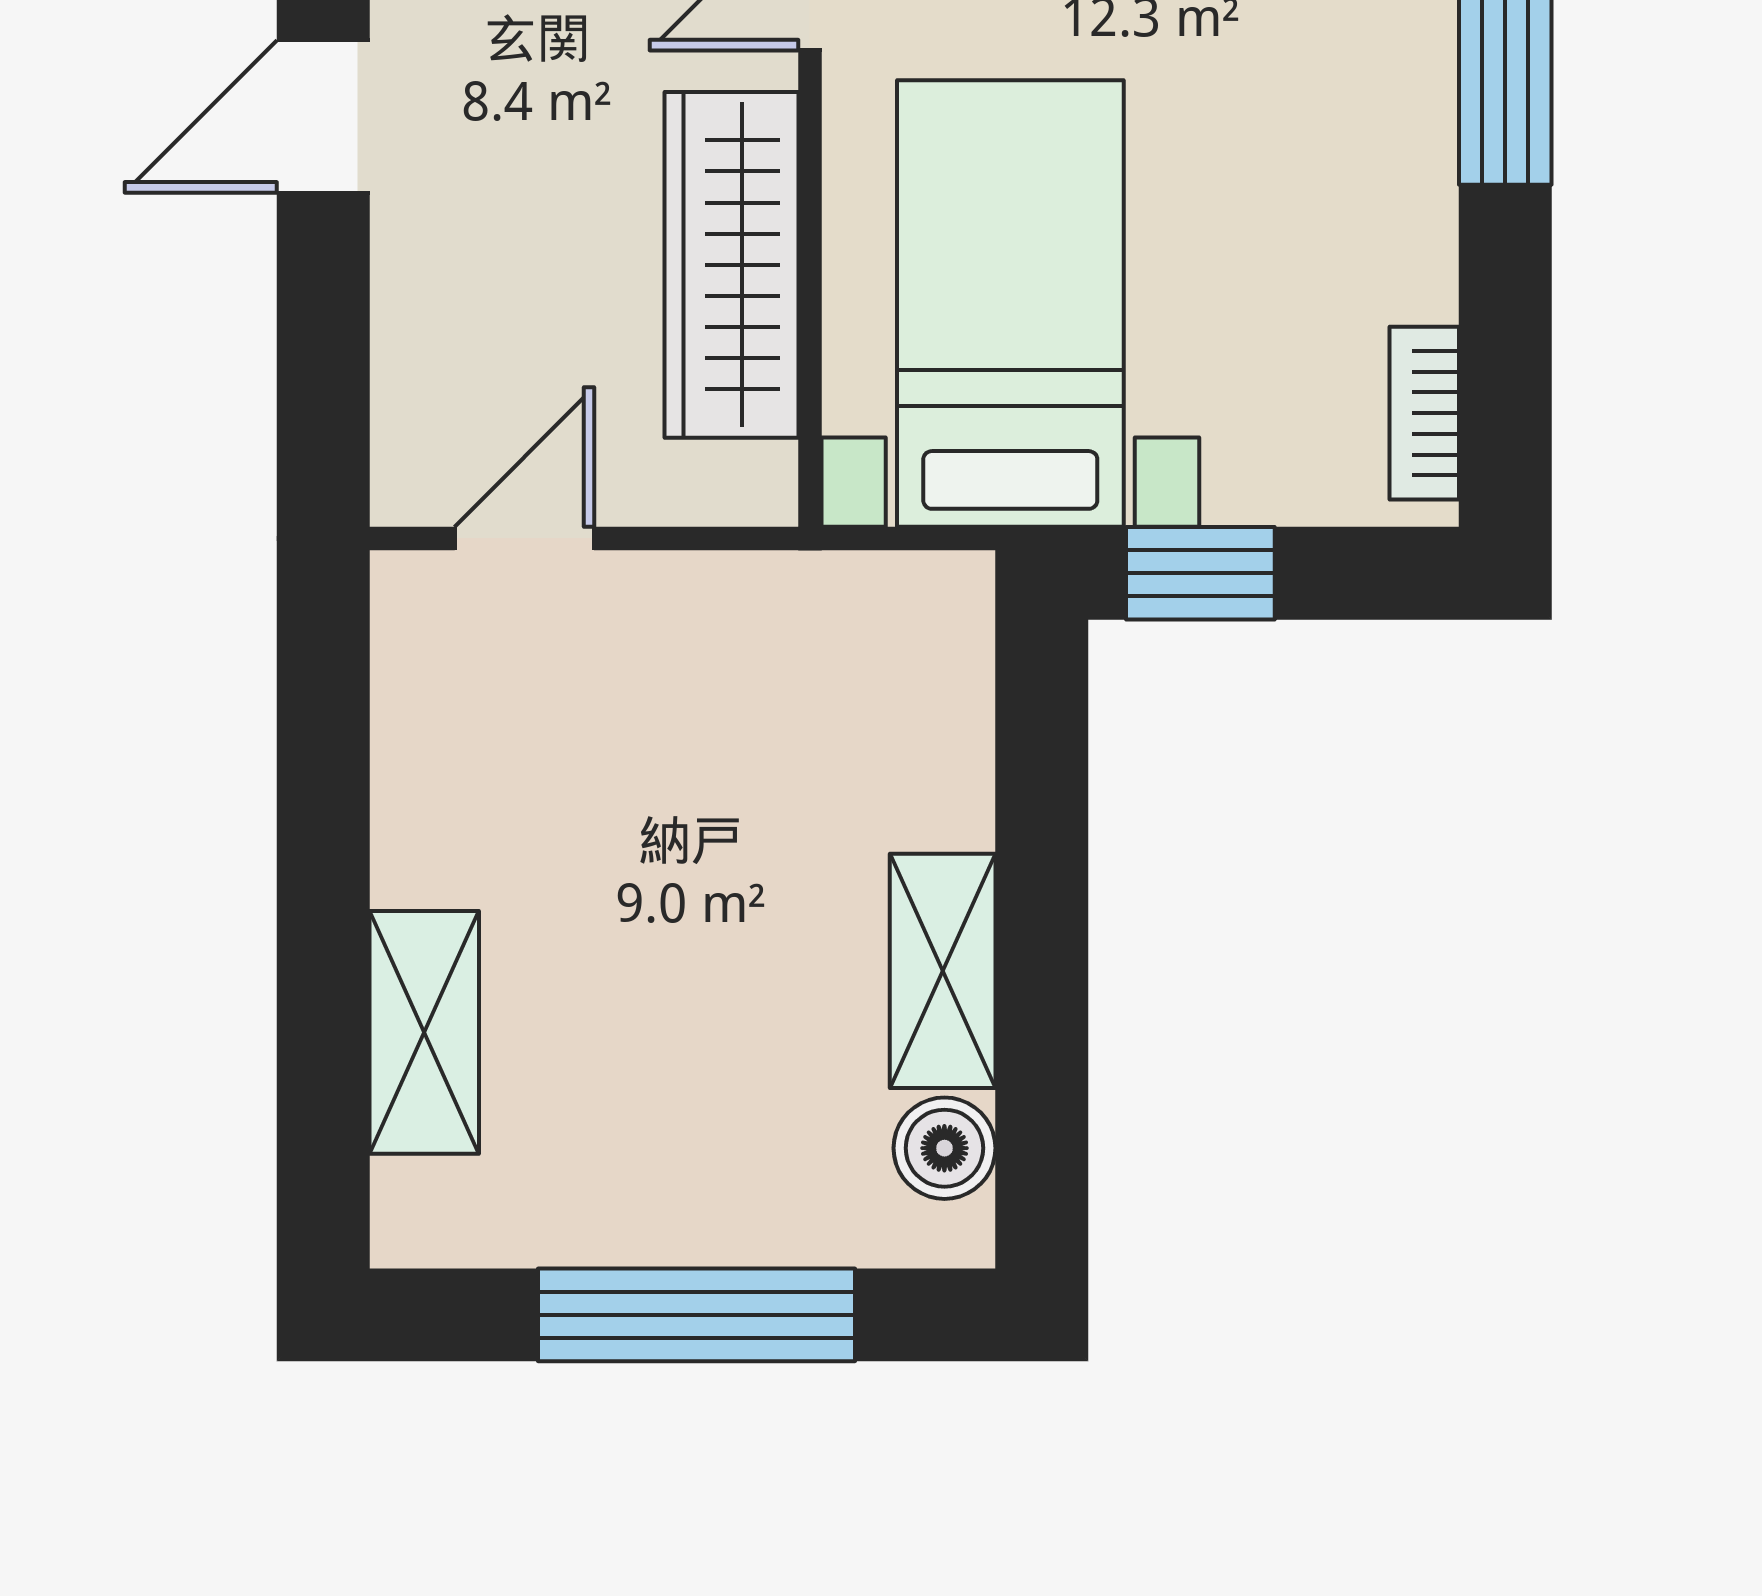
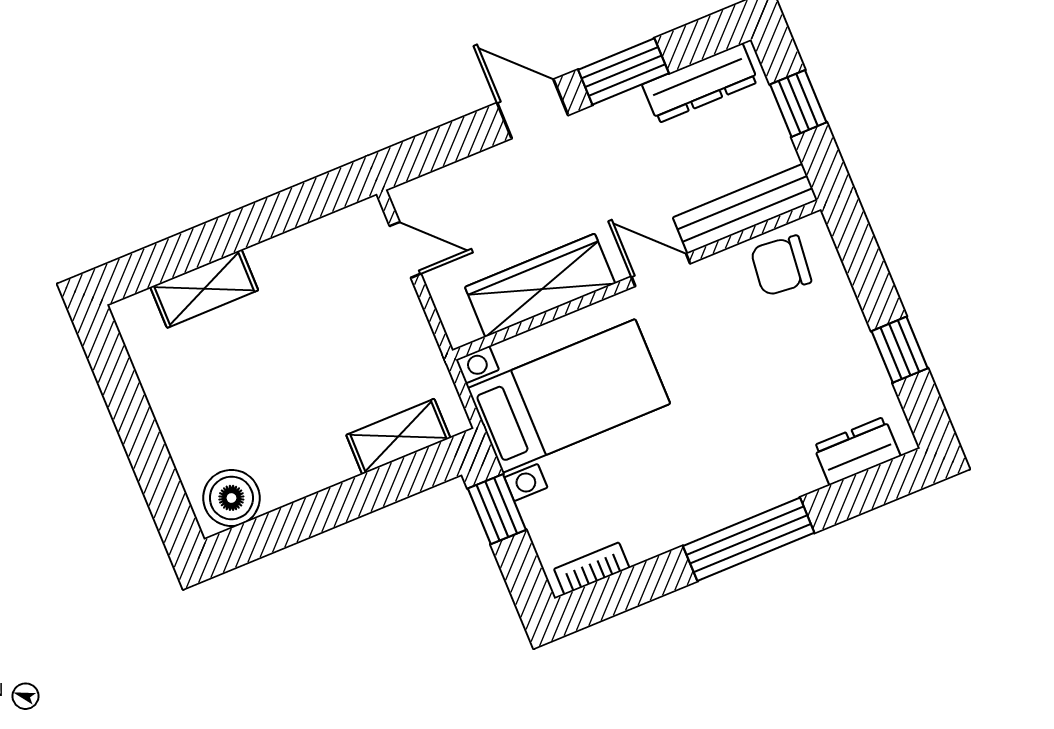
shelving: (943, 971) -> (398, 436), moved
boiler: (944, 1148) -> (231, 498), width x1.36, depth x1.36
window: (696, 1315) -> (140, 435), removed

